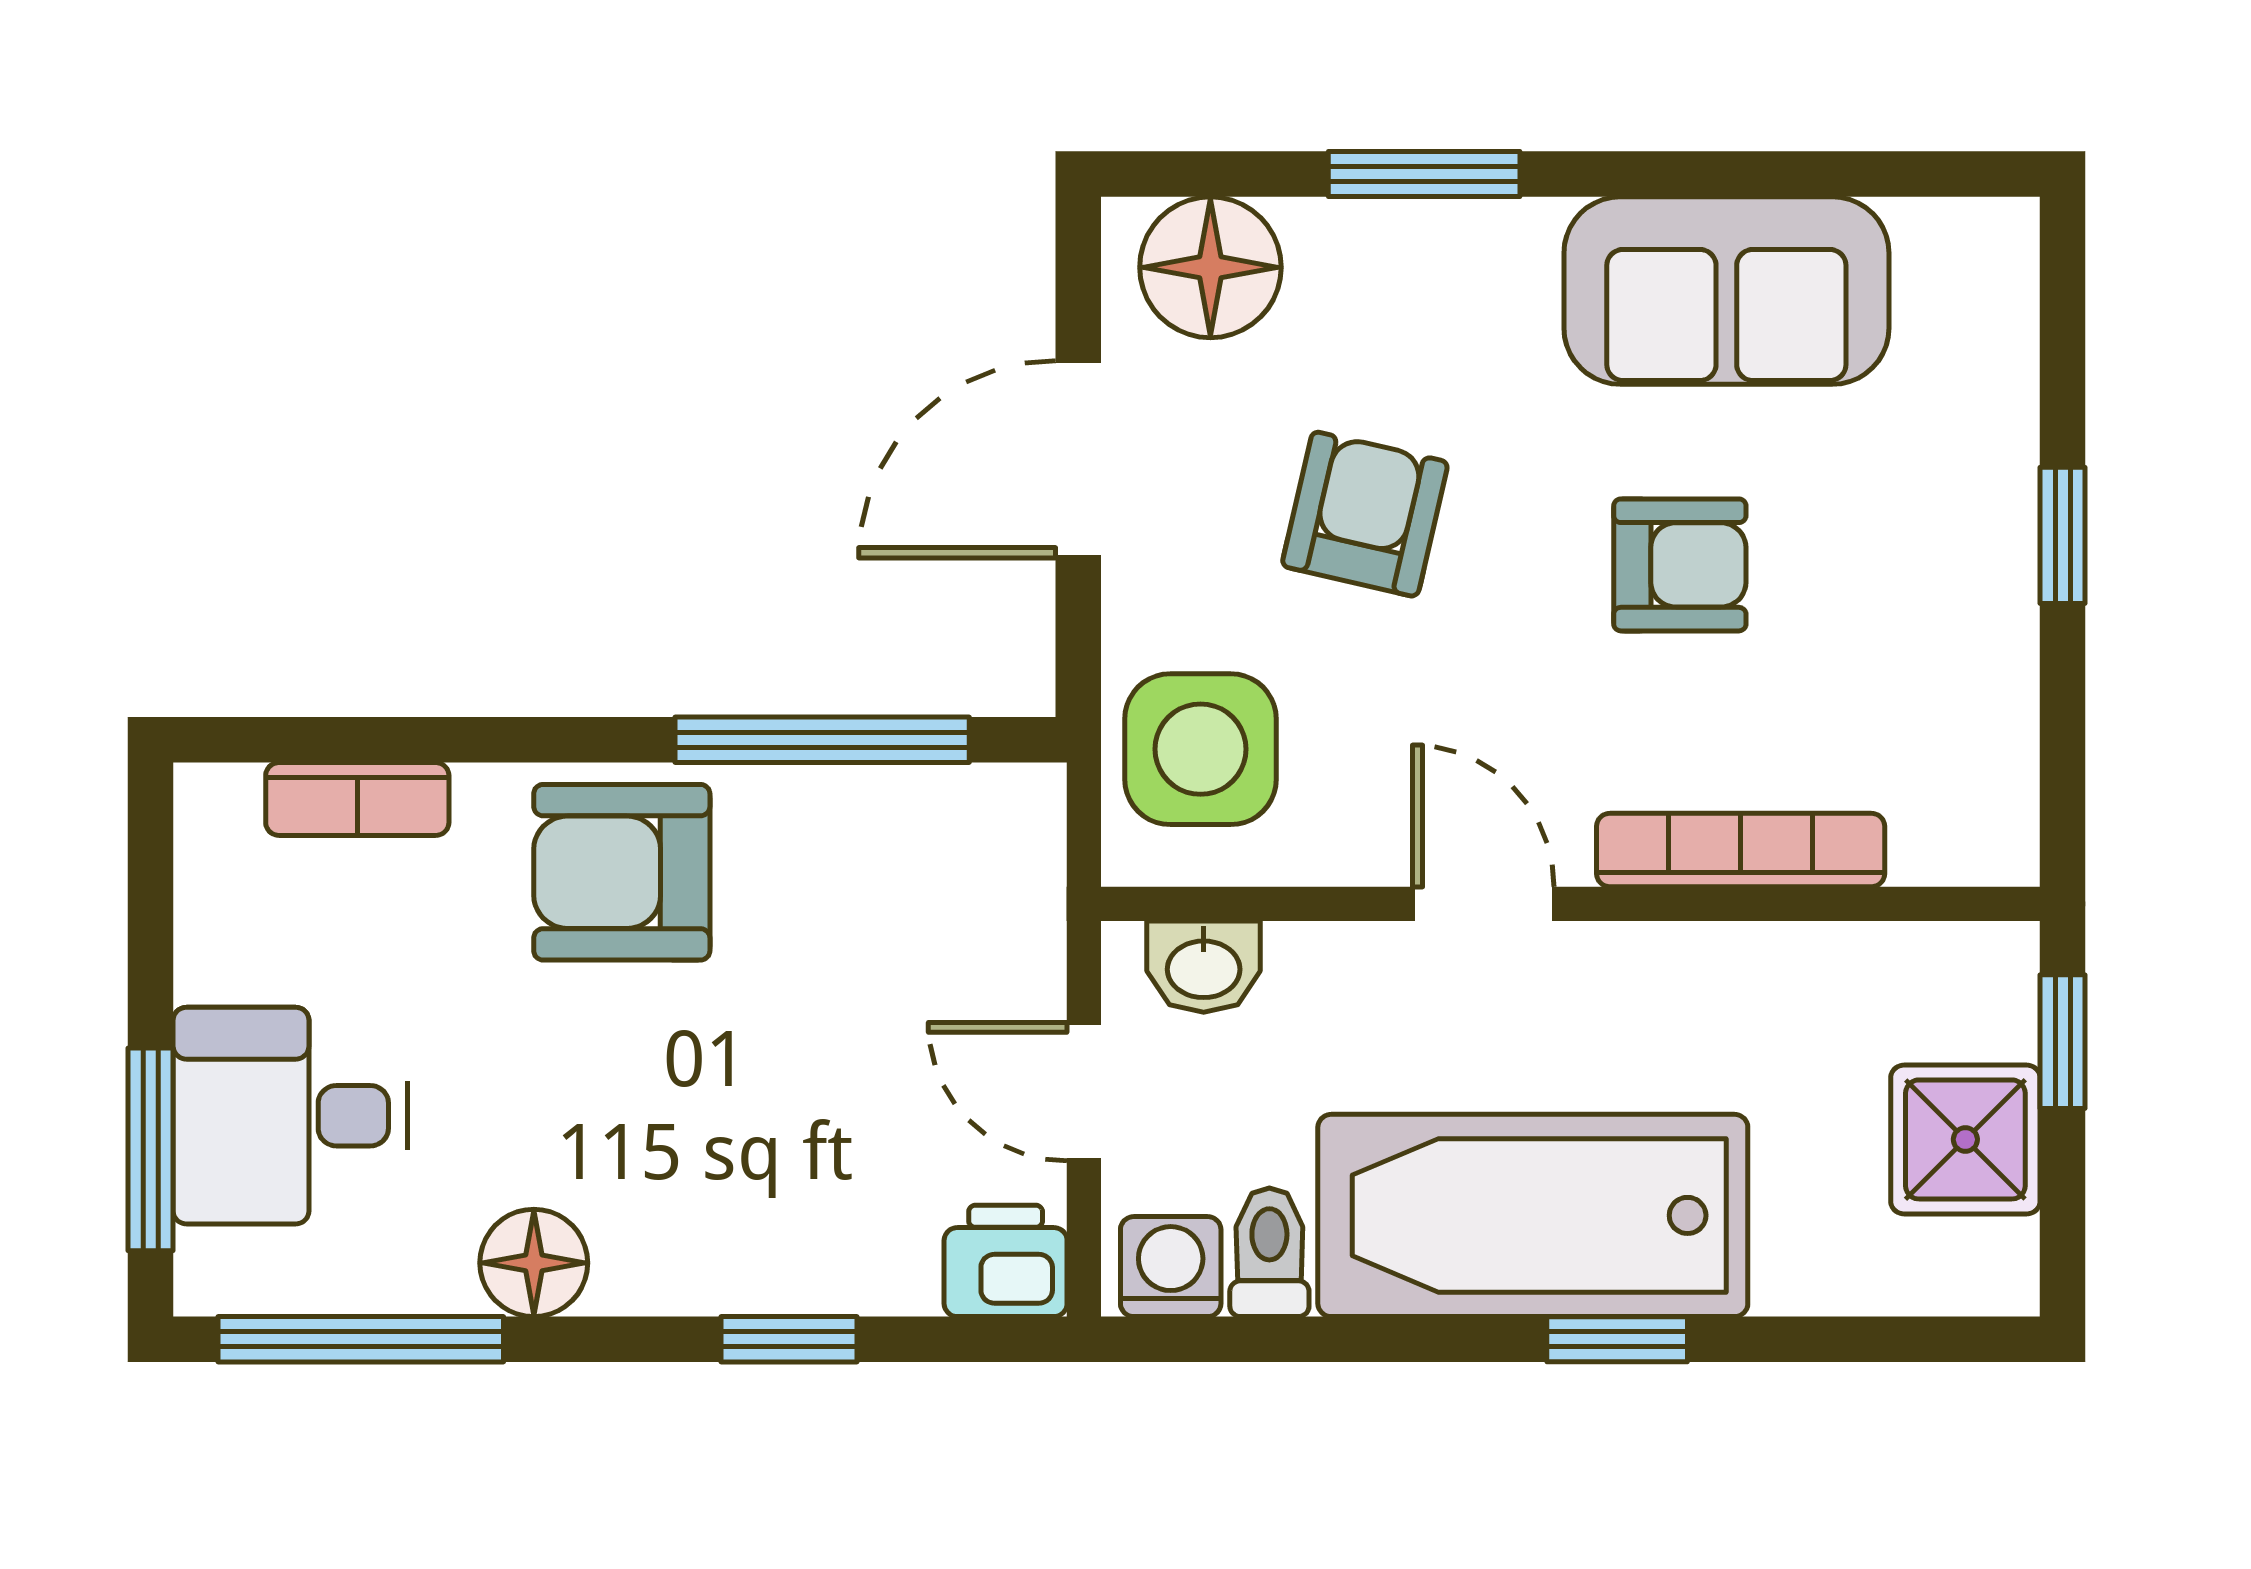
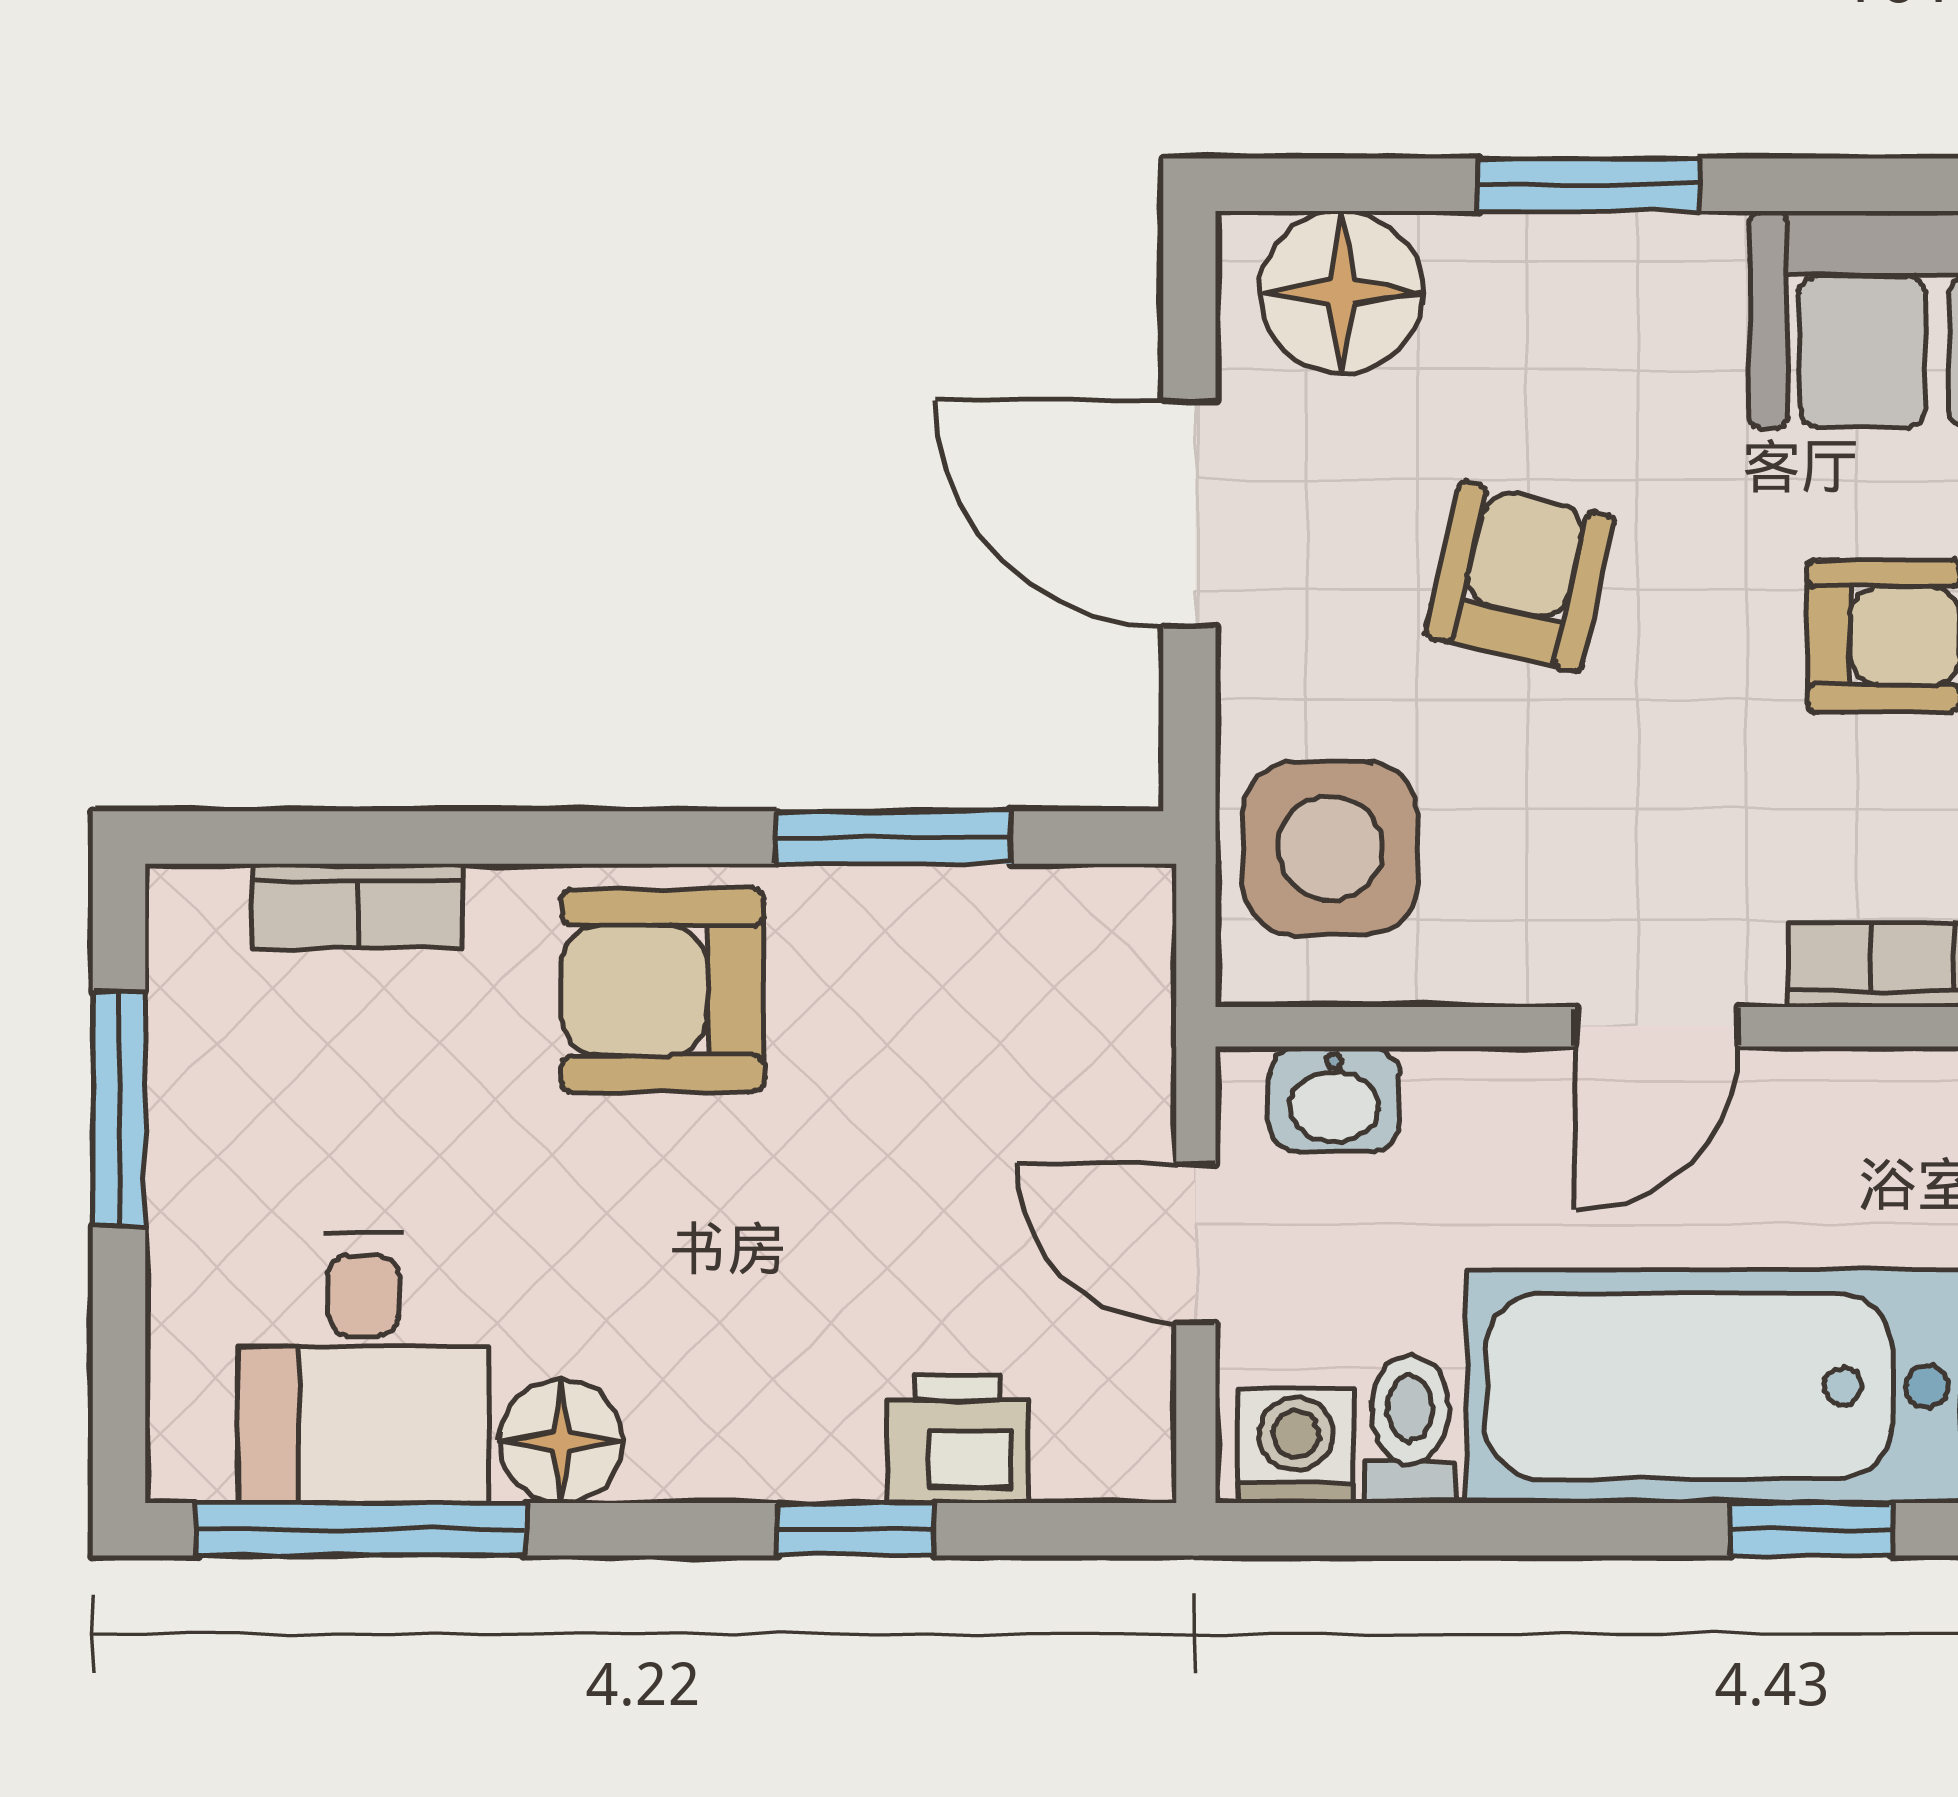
door: (1078, 459) -> (1189, 514), hinge flipped
window: (822, 740) -> (894, 837), width x0.69
door: (1483, 904) -> (1657, 1027), swing flipped
desk: (290, 1116) -> (363, 1368), moved, turned -90
window: (151, 1149) -> (119, 1109), moved
printer: (1006, 1261) -> (957, 1439), moved

